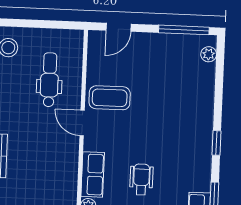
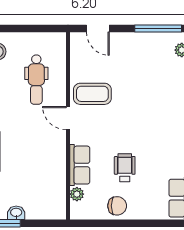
door: (119, 27) -> (98, 29), hinge flipped
dental chair: (49, 80) -> (36, 80), turned 180

